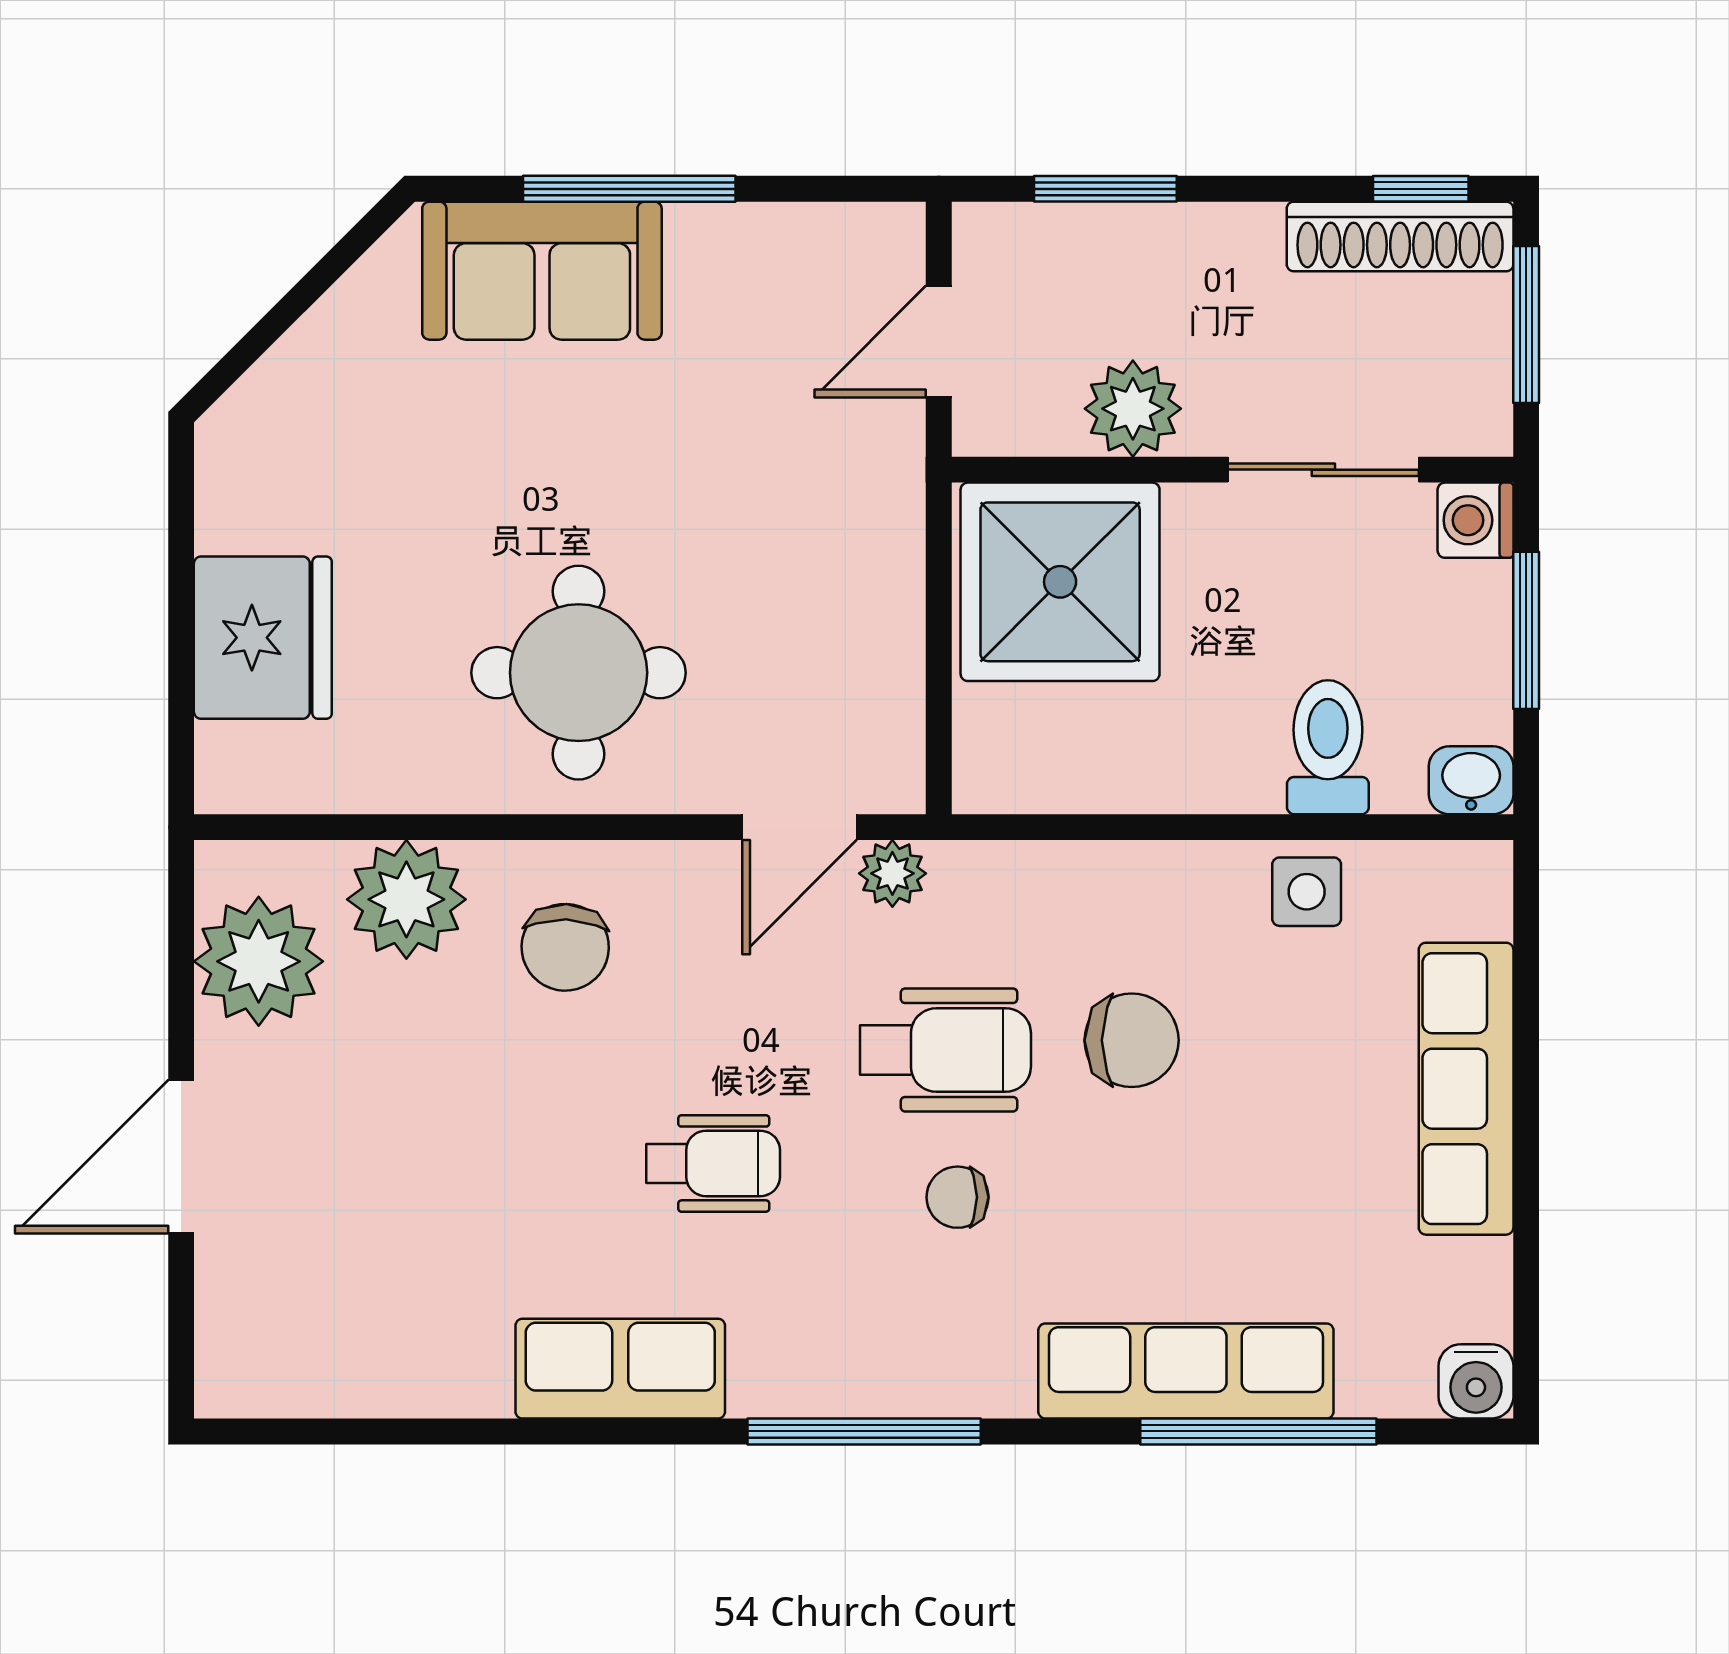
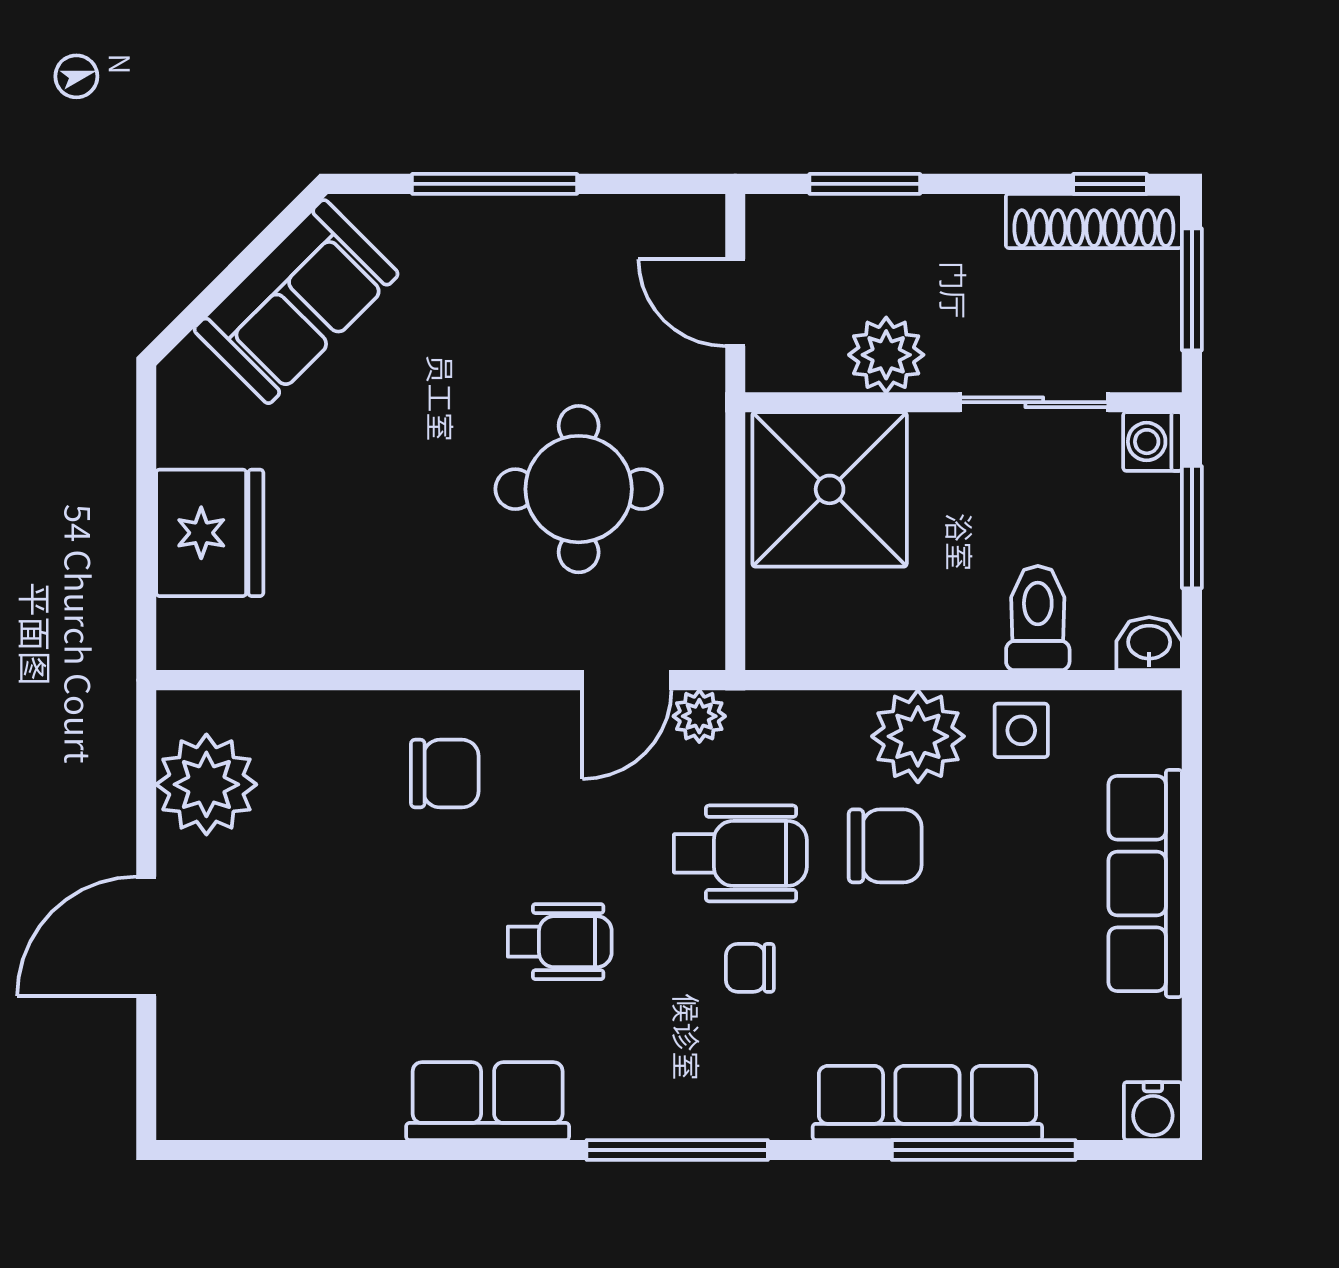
sofa: (542, 271) -> (296, 302), moved, turned -45
door: (939, 342) -> (735, 303), hinge flipped
round table: (579, 673) -> (579, 489), moved
plant: (406, 899) -> (918, 736), moved
chair: (565, 947) -> (445, 774), turned -92

